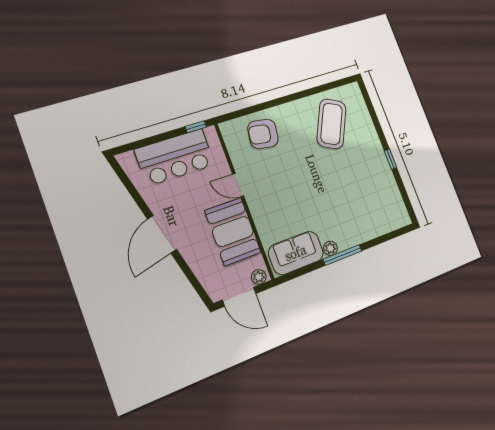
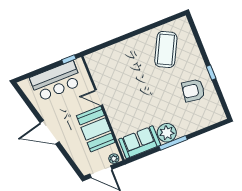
armchair: (263, 134) -> (193, 90), moved
door: (162, 234) -> (50, 132), hinge flipped
plant: (330, 248) -> (167, 133), width x1.87, depth x1.87

